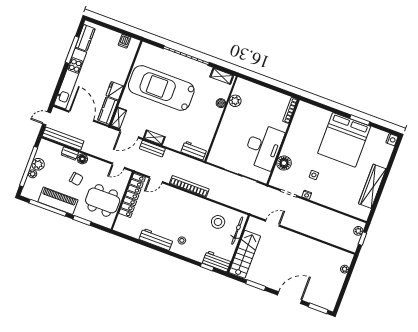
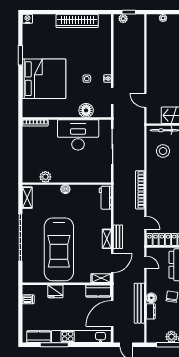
fridge: (115, 91) -> (55, 291), moved
boiler: (221, 103) -> (65, 189), moved
door: (129, 134) -> (112, 263), hinge flipped
bench: (63, 139) -> (139, 303), moved
bed: (344, 140) -> (44, 79), moved

